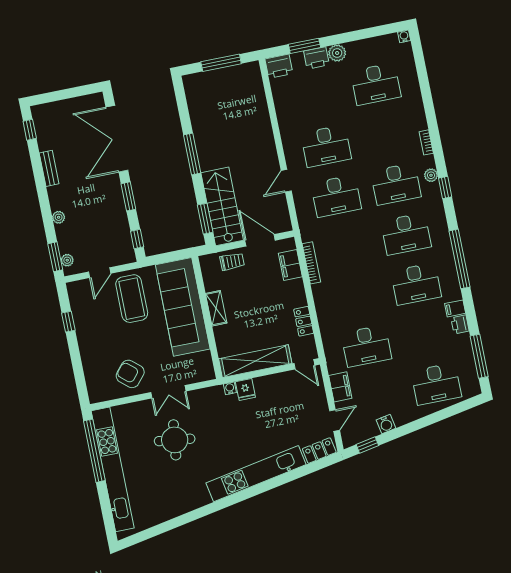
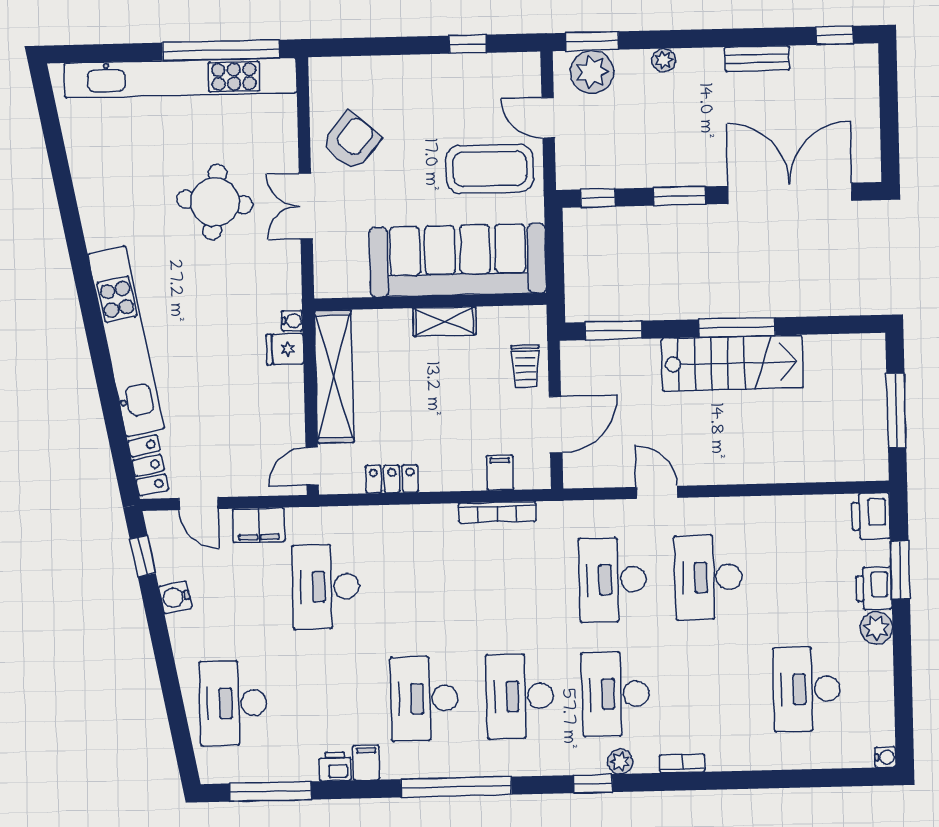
stairs: (222, 206) -> (732, 363), moved
plant: (67, 260) -> (592, 72), width x1.88, depth x1.88
filing cabinet: (290, 265) -> (500, 473), width x0.50

